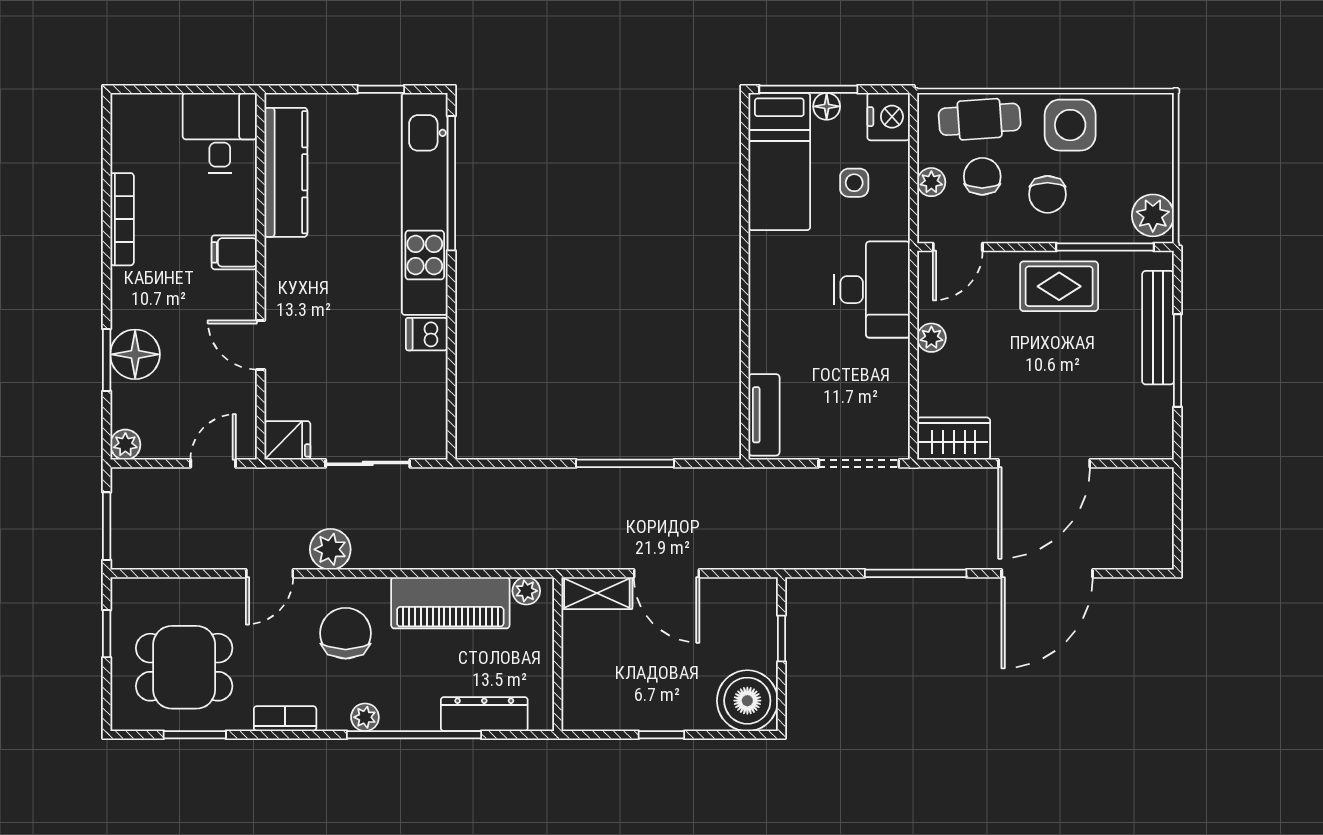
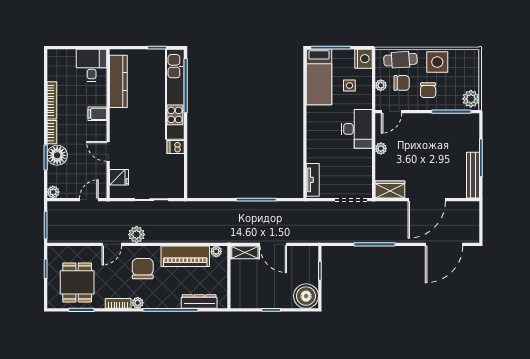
floor lamp: (827, 106) -> (338, 54), removed
chair: (982, 176) -> (402, 83), turned 90
rug: (1059, 286) -> (433, 128), removed
bookcase: (122, 297) -> (52, 132), added
bench: (1158, 328) -> (473, 175), moved
fridge: (287, 440) -> (119, 177), moved
door: (1047, 573) -> (444, 244), moved
dining table: (184, 667) -> (77, 282), turned 90
plant: (365, 717) -> (138, 303), moved

